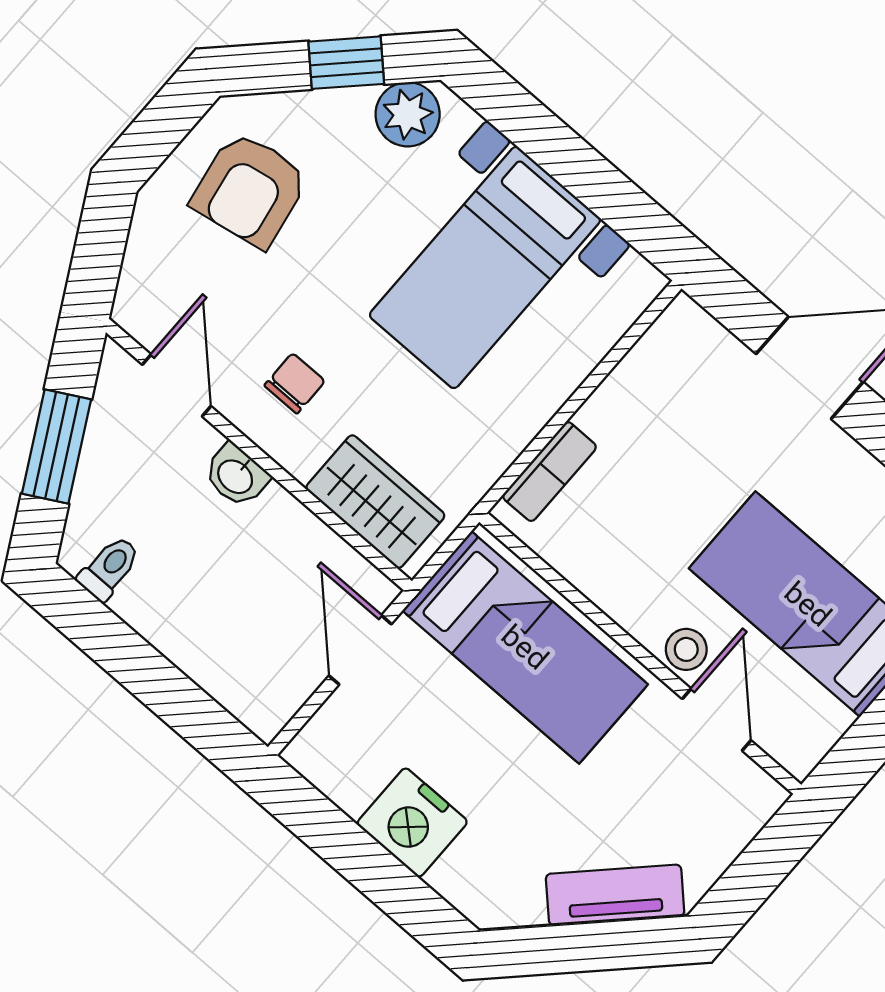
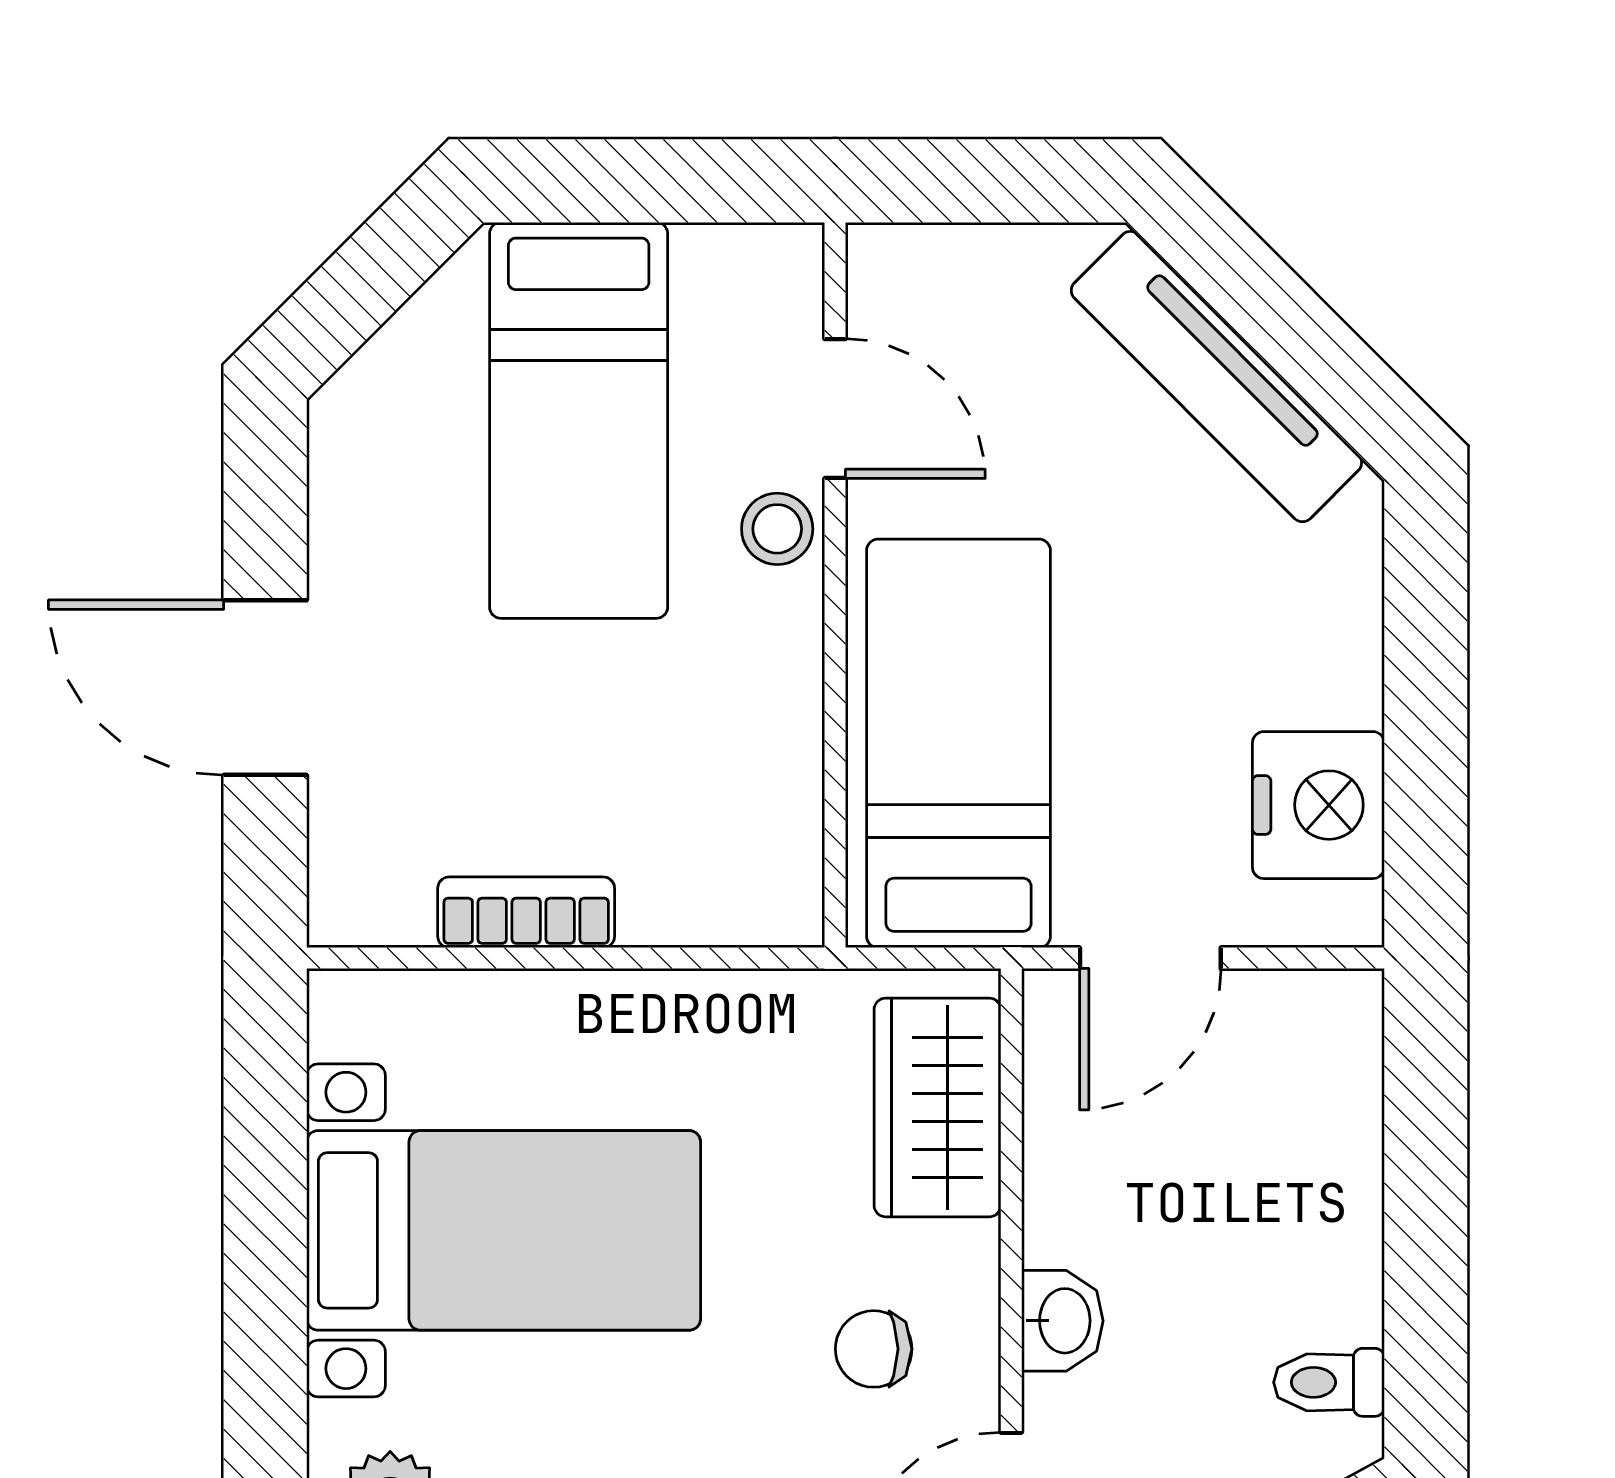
bookcase: (549, 472) -> (526, 912), moved
door: (717, 720) -> (835, 409), swing flipped
nightstand: (412, 822) -> (1318, 805), moved
tv unit: (615, 895) -> (1216, 377), width x1.41

